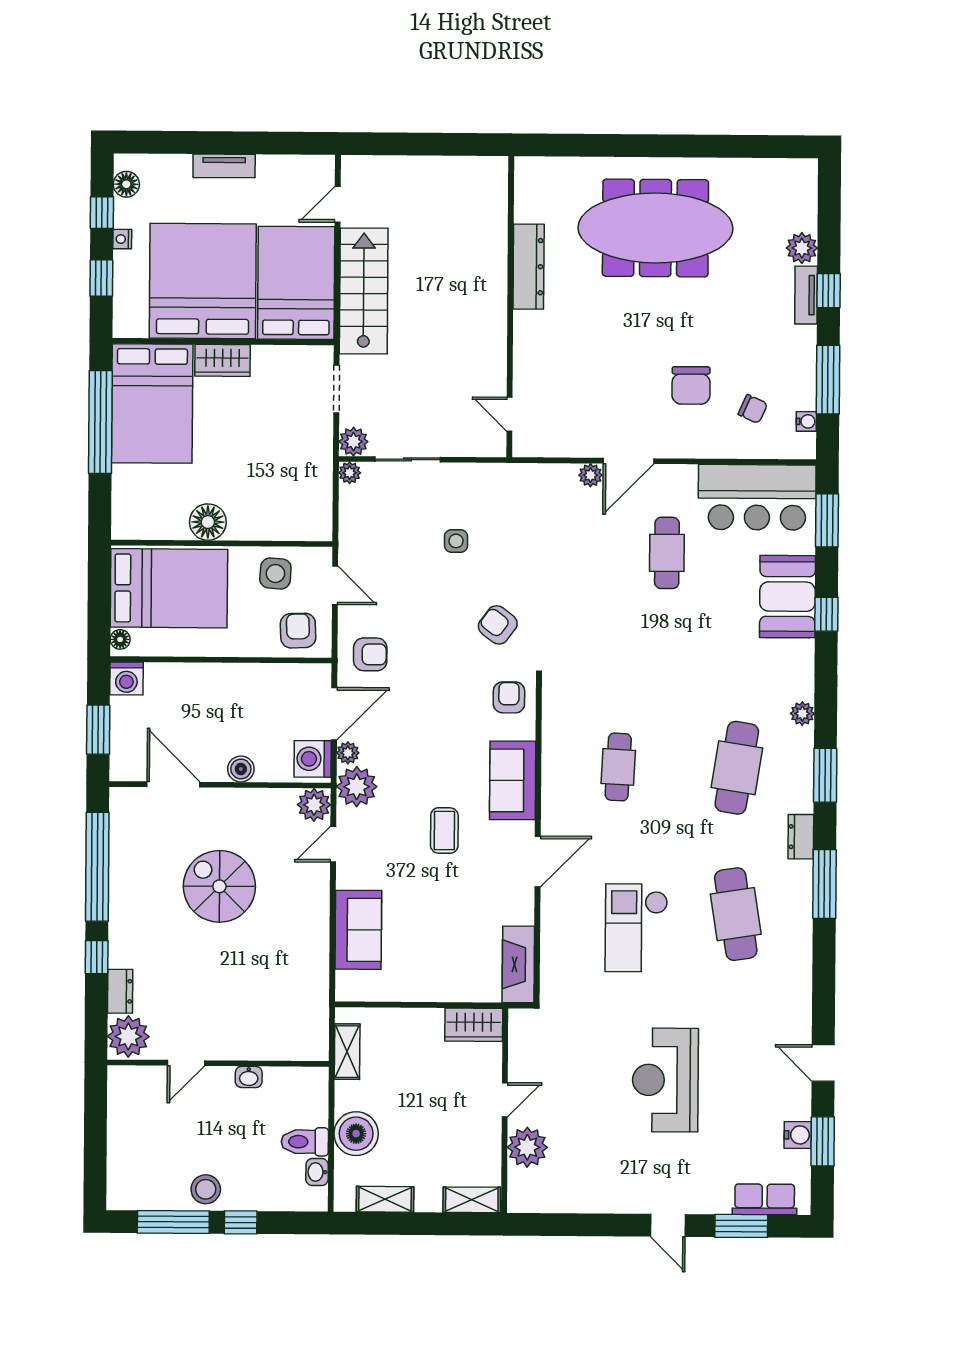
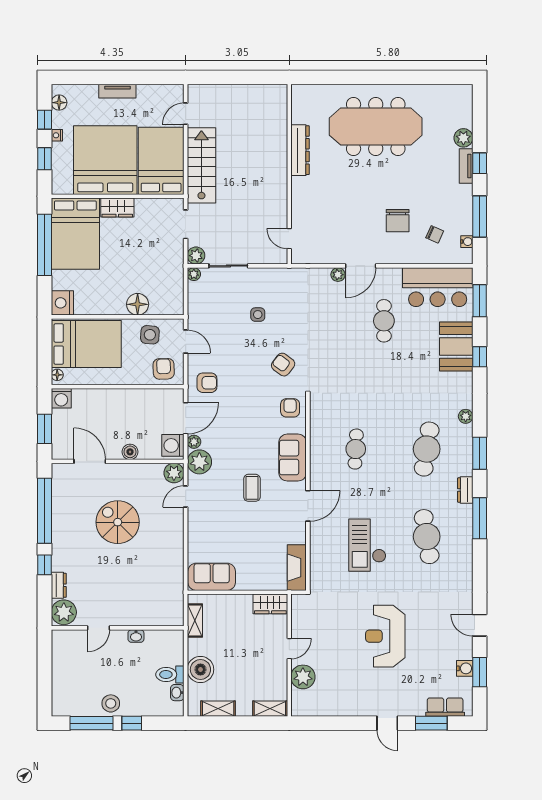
nightstand: (129, 519) -> (62, 303), added
floor lamp: (208, 522) -> (138, 304), moved
sofa: (358, 930) -> (212, 577), moved, turned -90

